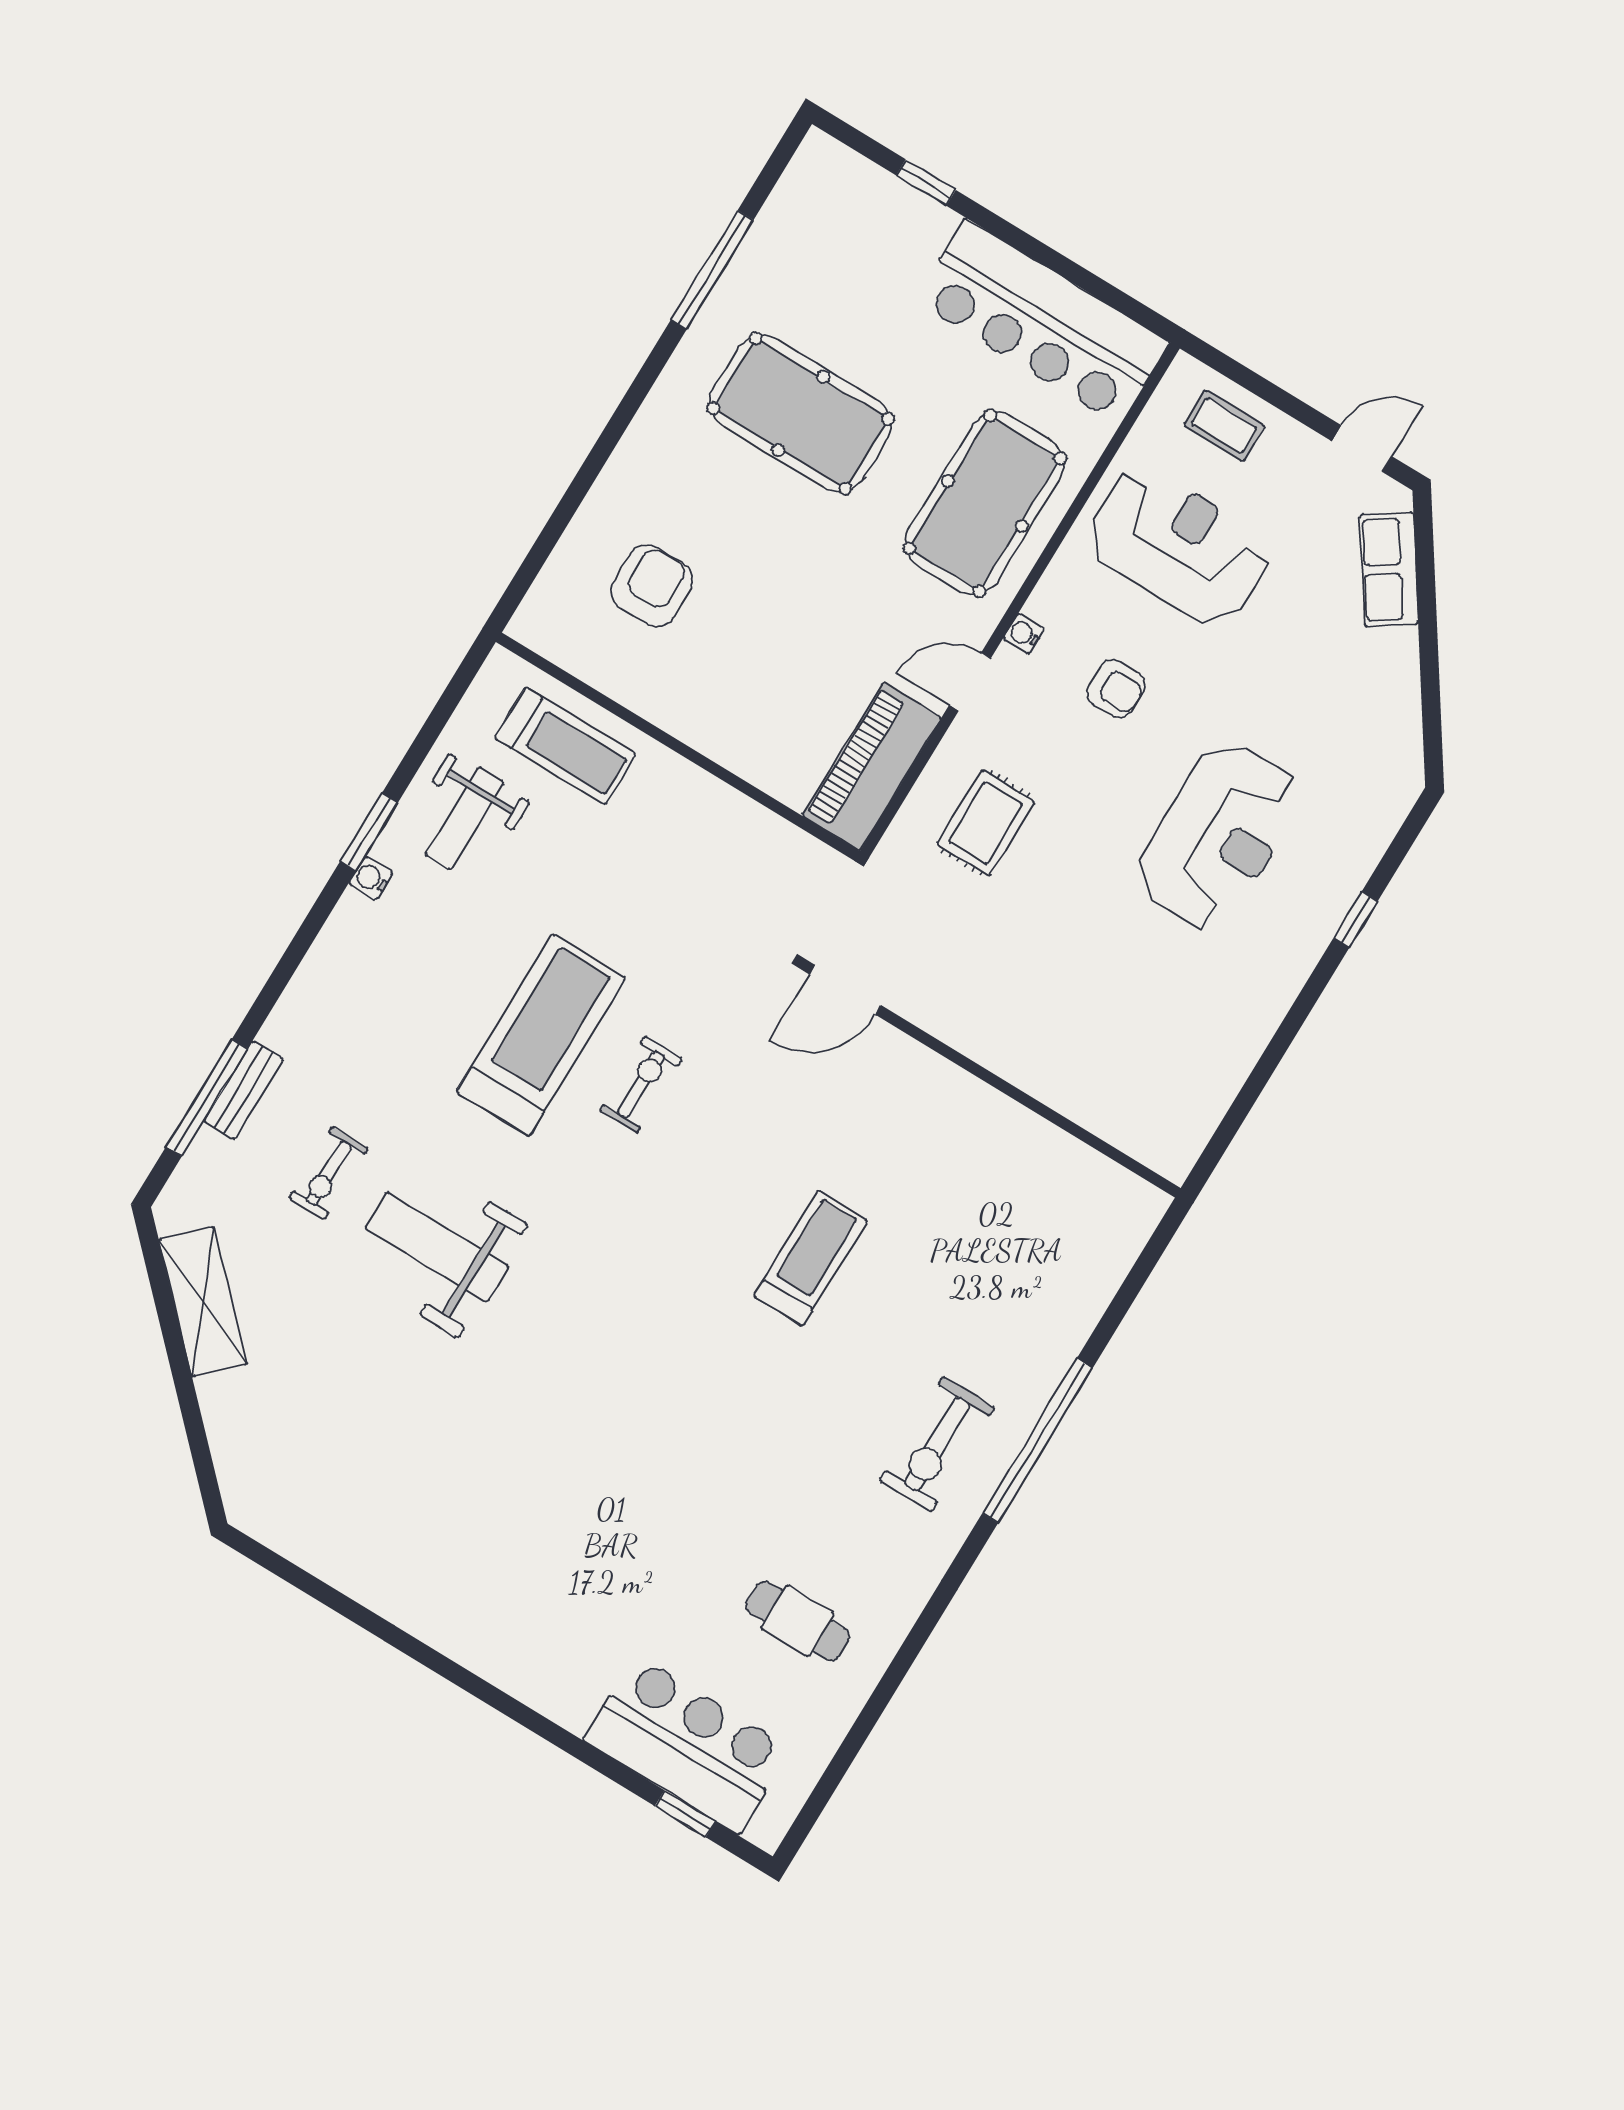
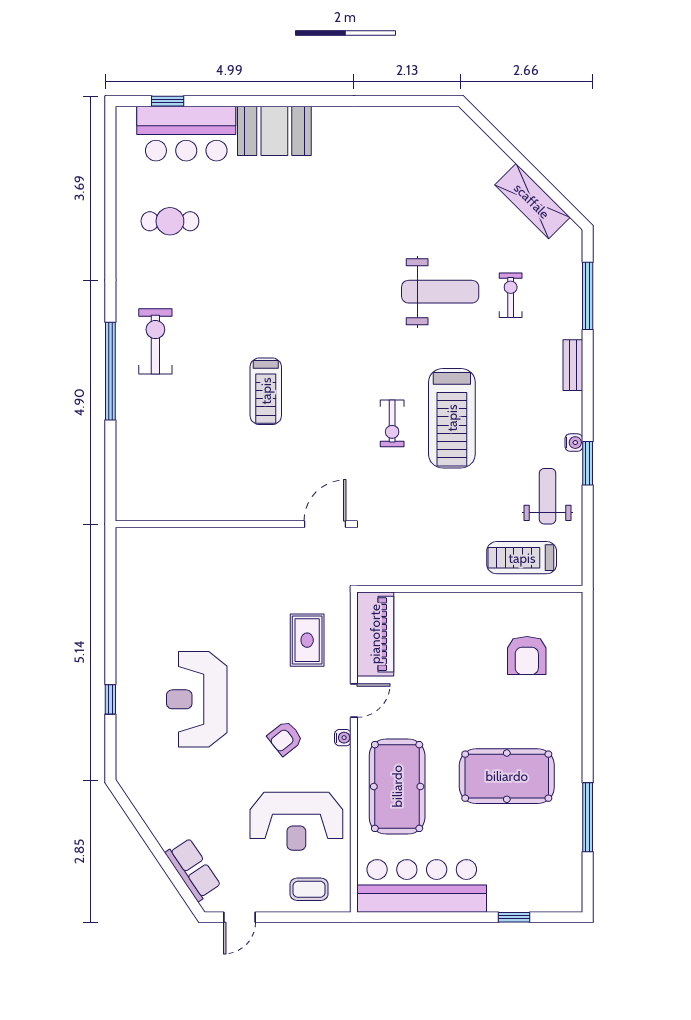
armchair: (1116, 689) -> (285, 738), turned -38
bench: (244, 1090) -> (573, 365), moved
booth: (544, 1663) -> (274, 131), added

